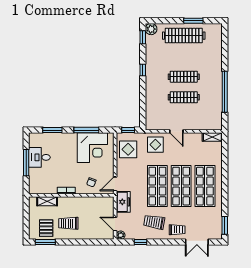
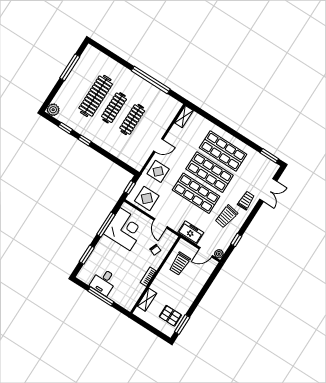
window: (193, 21) -> (70, 67), width x1.44
clothes rail: (184, 36) -> (96, 96), moved
window: (143, 37) -> (65, 128), moved
door: (115, 184) -> (161, 223), moved
trolley: (68, 223) -> (180, 264), moved

